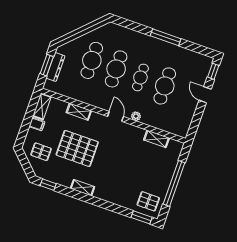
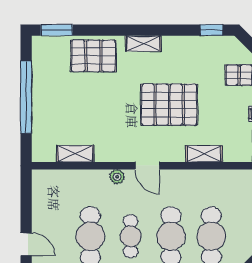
pallet: (77, 148) -> (169, 105), moved
shelving: (83, 188) -> (143, 44), moved
pallet: (148, 201) -> (93, 56), moved, width x1.50, depth x1.42

